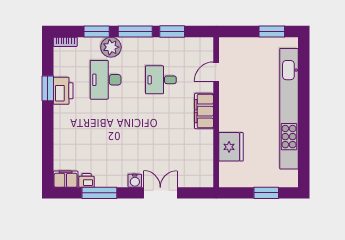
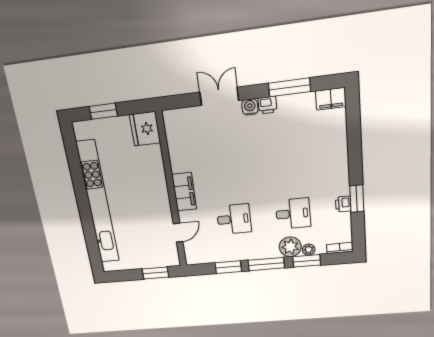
window: (272, 32) -> (155, 273), moved
plant: (94, 43) -> (309, 250), added
desk: (106, 80) -> (293, 214), width x0.73
printer: (63, 91) -> (343, 204), width x0.53, depth x0.68
fridge: (231, 147) -> (145, 129), moved
printer: (87, 180) -> (268, 105), moved
double door: (160, 193) -> (219, 96), swing flipped

